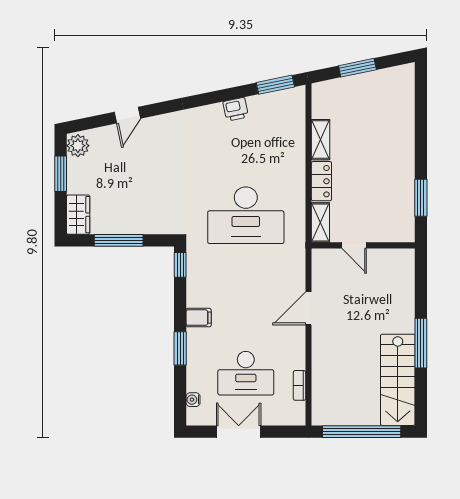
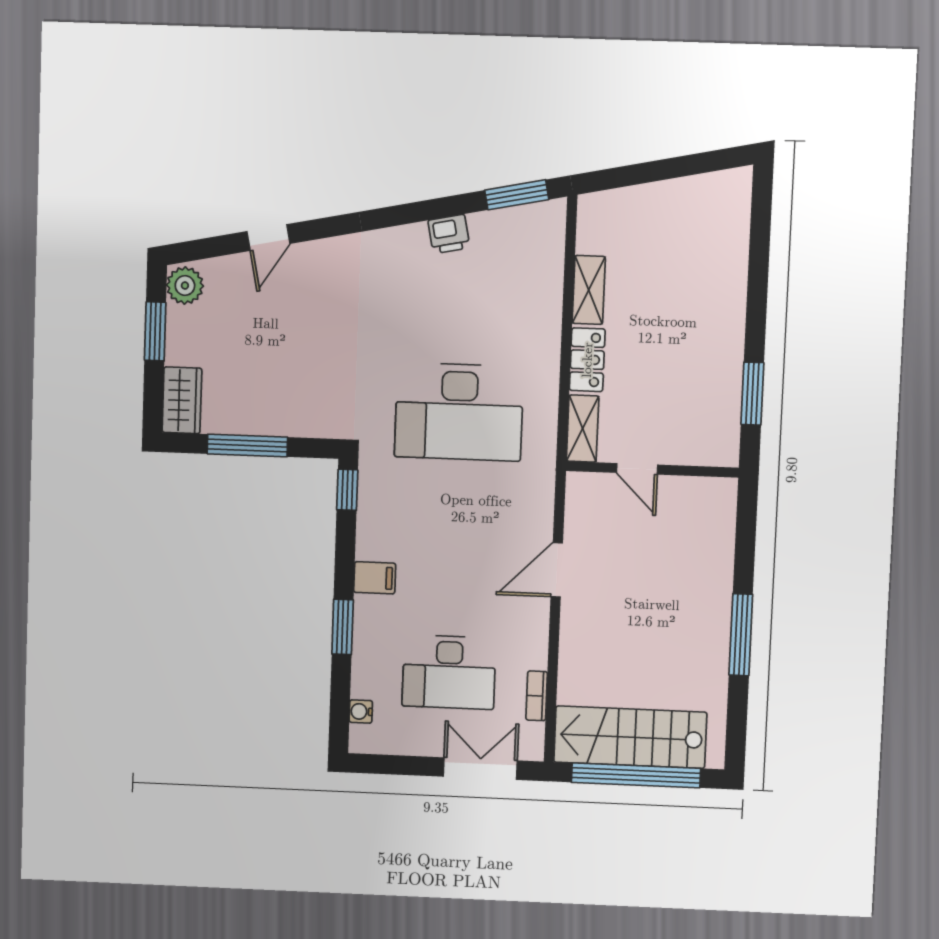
window: (357, 68) -> (656, 171), removed
stairs: (398, 380) -> (630, 737), moved, turned 90
double door: (239, 432) -> (480, 769), moved

